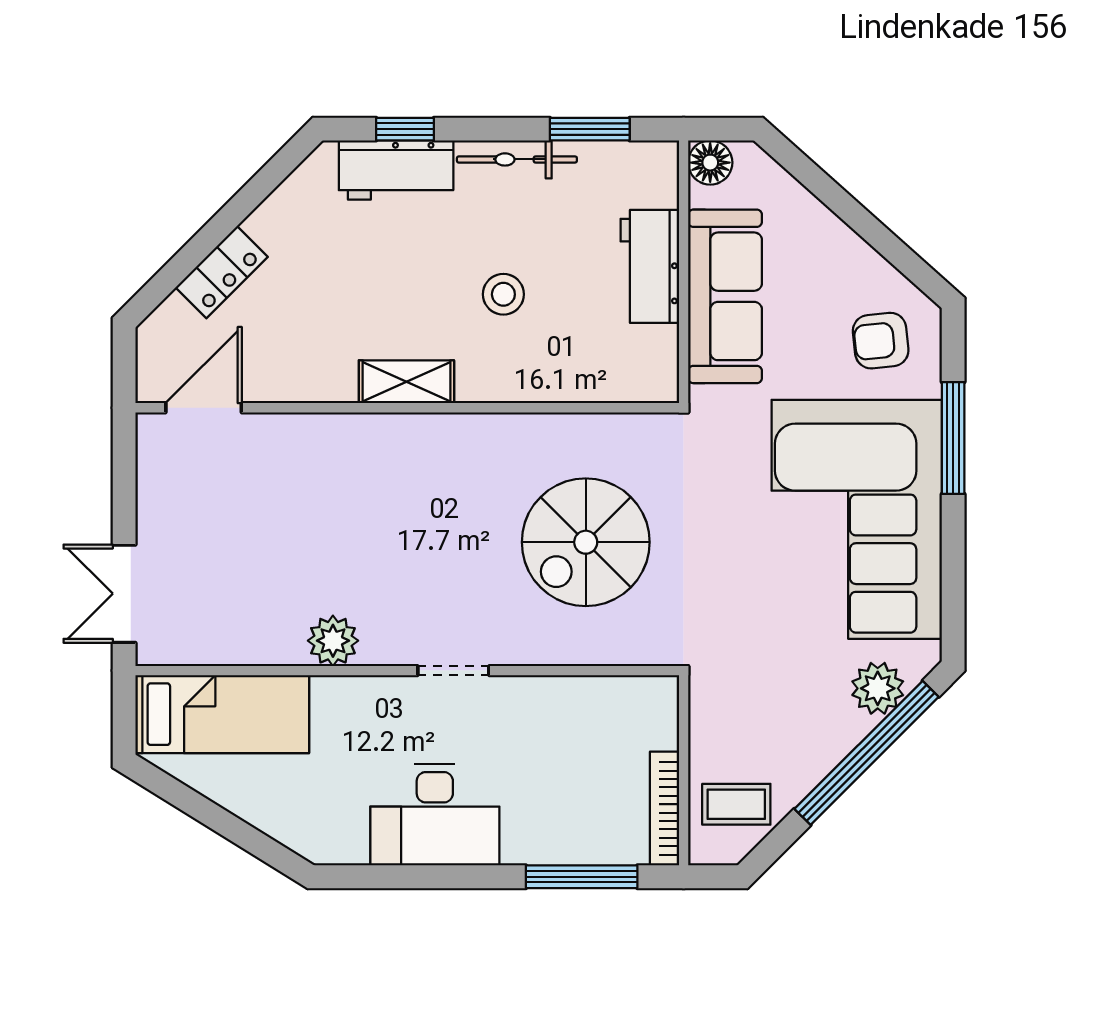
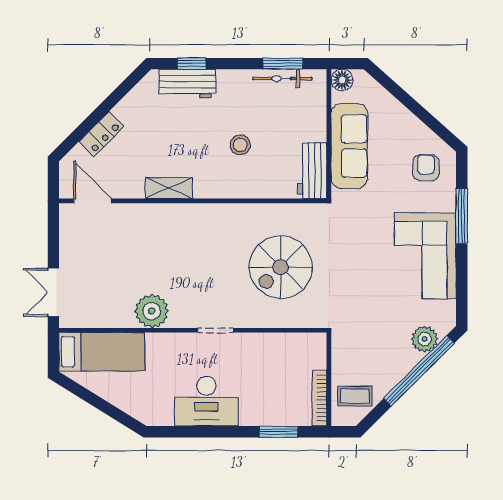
bicycle: (517, 159) -> (282, 79), moved
workbench: (650, 266) -> (312, 171), moved
armchair: (881, 341) -> (426, 168), turned 96
shelving: (406, 382) -> (169, 188), moved
door: (204, 408) -> (93, 201), hinge flipped
corner sofa: (857, 519) -> (425, 256), width x0.73, depth x0.74
plant: (333, 641) -> (152, 311), width x1.36, depth x1.36
window: (582, 877) -> (279, 432), width x0.69

